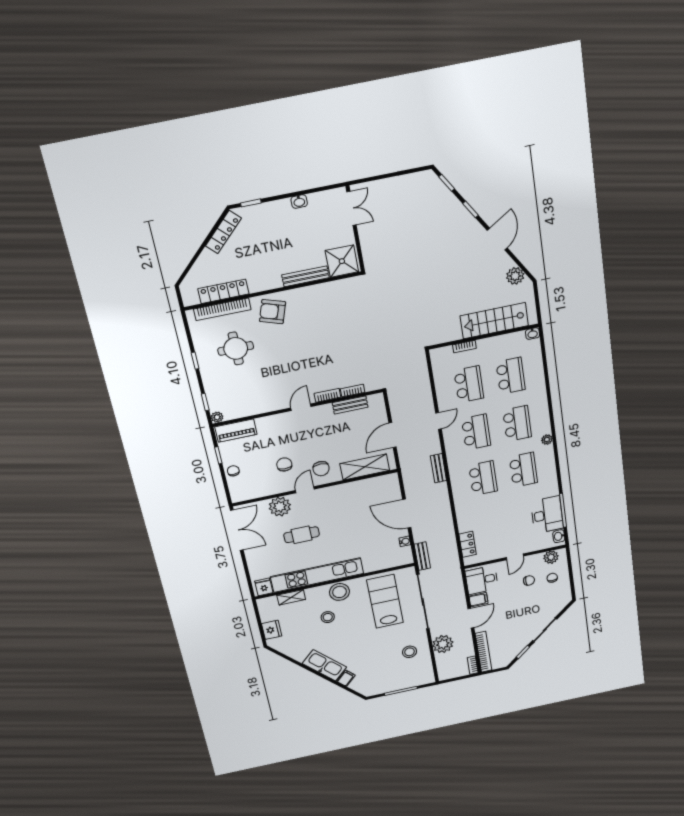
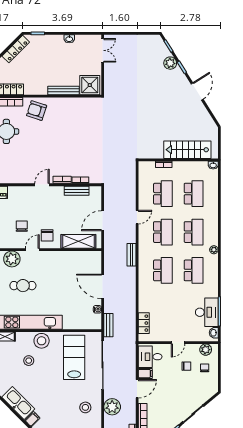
plant: (515, 276) -> (170, 63), moved

